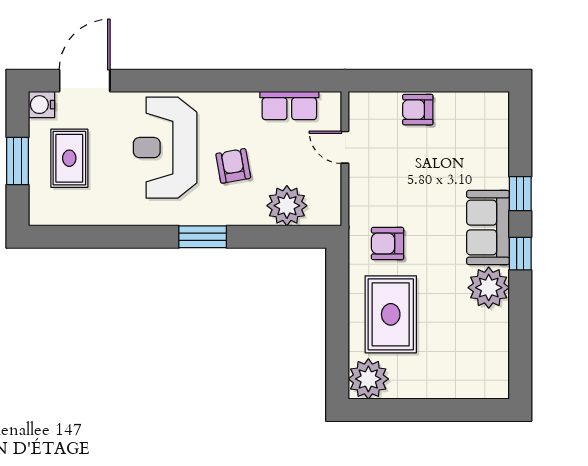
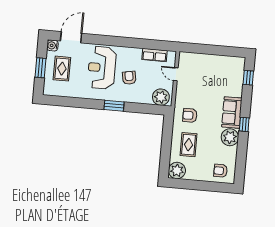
armchair: (418, 110) -> (221, 171), moved
window: (520, 194) -> (248, 78), moved
plant: (287, 206) -> (161, 97), moved
rug: (391, 314) -> (189, 145), width x0.73, depth x0.70

